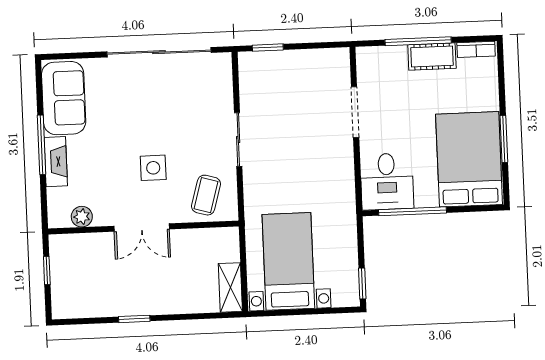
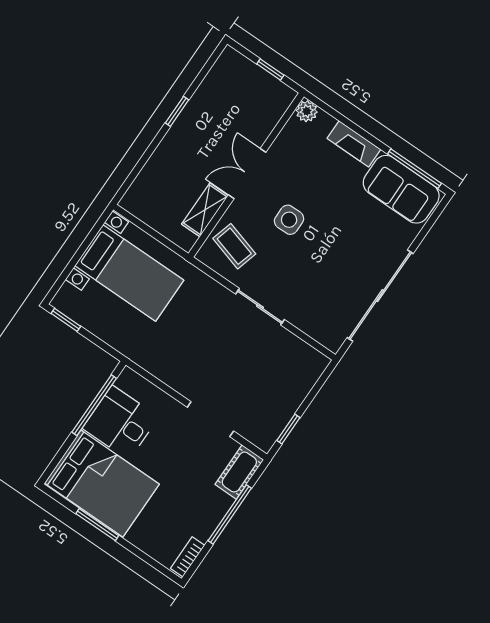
window: (268, 48) -> (288, 429), moved
cot: (432, 56) -> (239, 472), moved
window: (42, 145) -> (414, 169), moved
desk: (387, 181) -> (120, 423), moved
plant: (82, 217) -> (307, 111), moved
shelving: (230, 287) -> (205, 210), moved, turned 90

